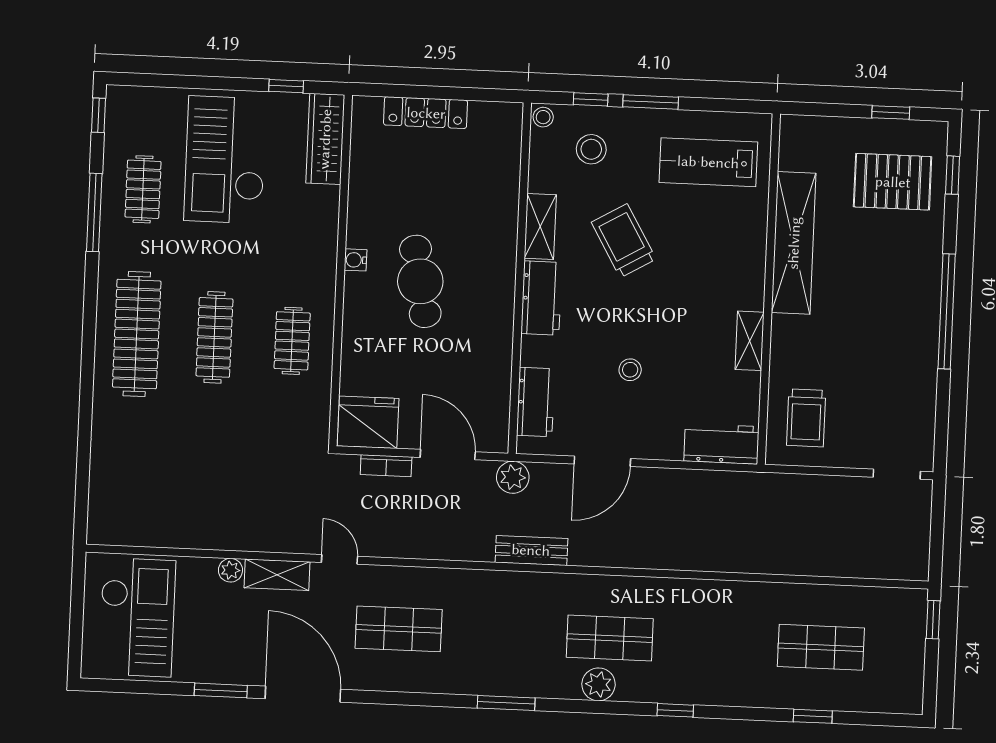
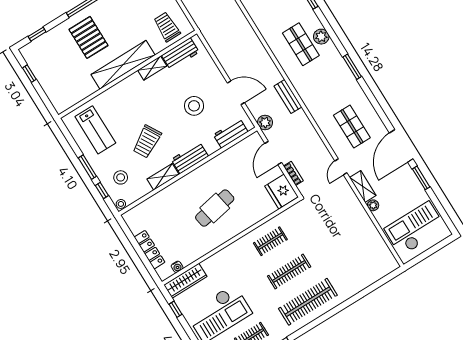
pallet: (893, 182) -> (88, 37), moved
shelving: (794, 243) -> (123, 65), moved
water cooler: (355, 260) -> (177, 267), moved
stool: (630, 370) -> (194, 106), width x1.89, depth x1.89
trolley: (806, 418) -> (167, 27), turned -90
workbench: (721, 444) -> (180, 54), moved, turned -90

